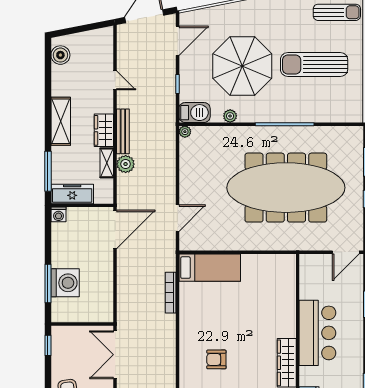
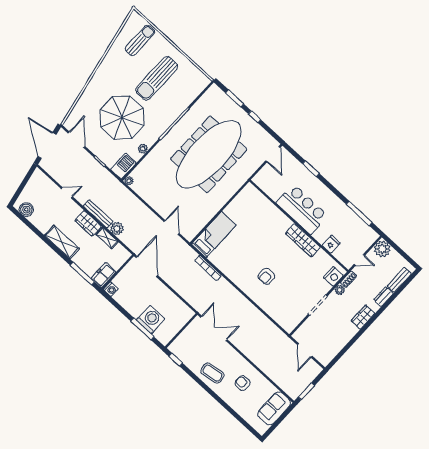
freezer: (72, 194) -> (104, 275), width x0.71
double door: (115, 355) -> (214, 328), swing flipped

